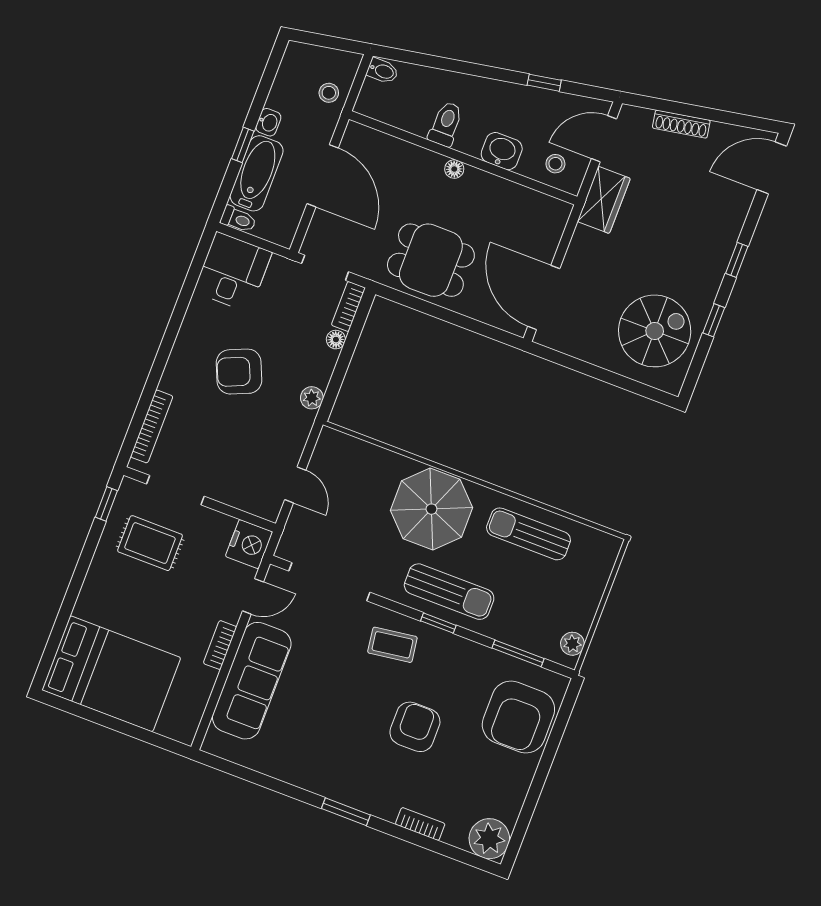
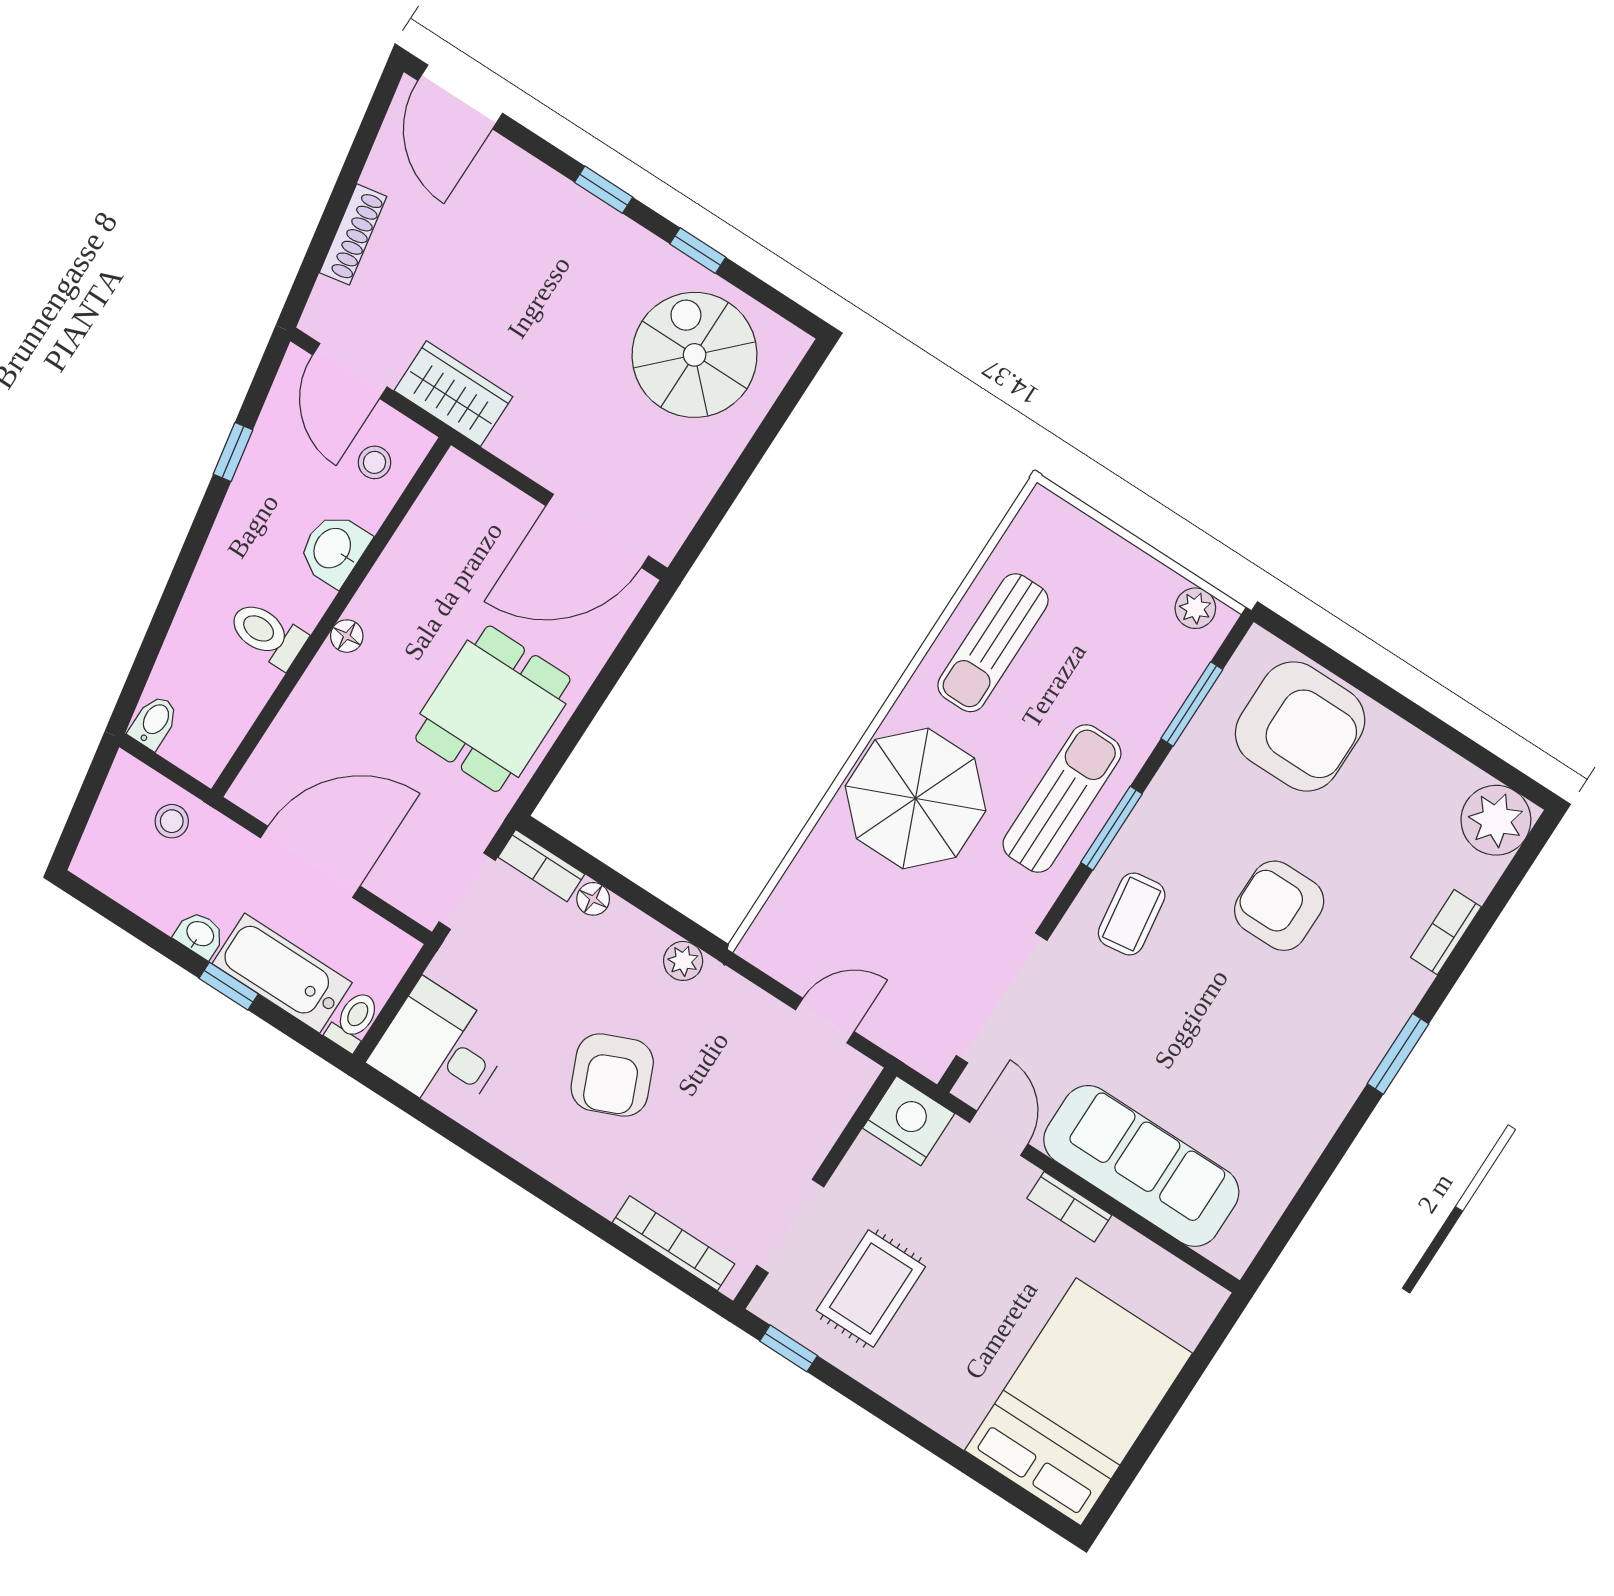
window: (438, 623) -> (1112, 828), width x1.50

